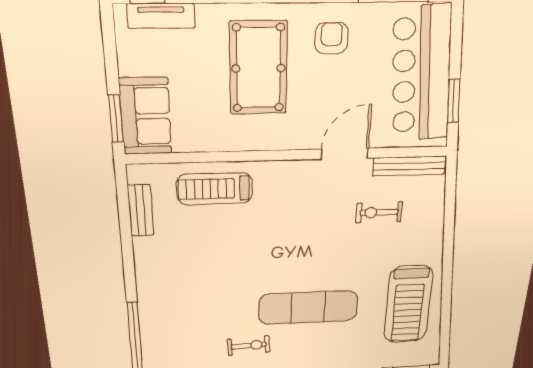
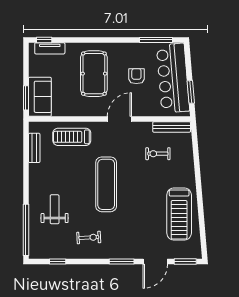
armchair: (332, 38) -> (136, 76), moved
door: (345, 154) -> (119, 119), moved
weight bench: (186, 307) -> (55, 209), added
exercise mat: (308, 308) -> (106, 184), moved, turned 90

